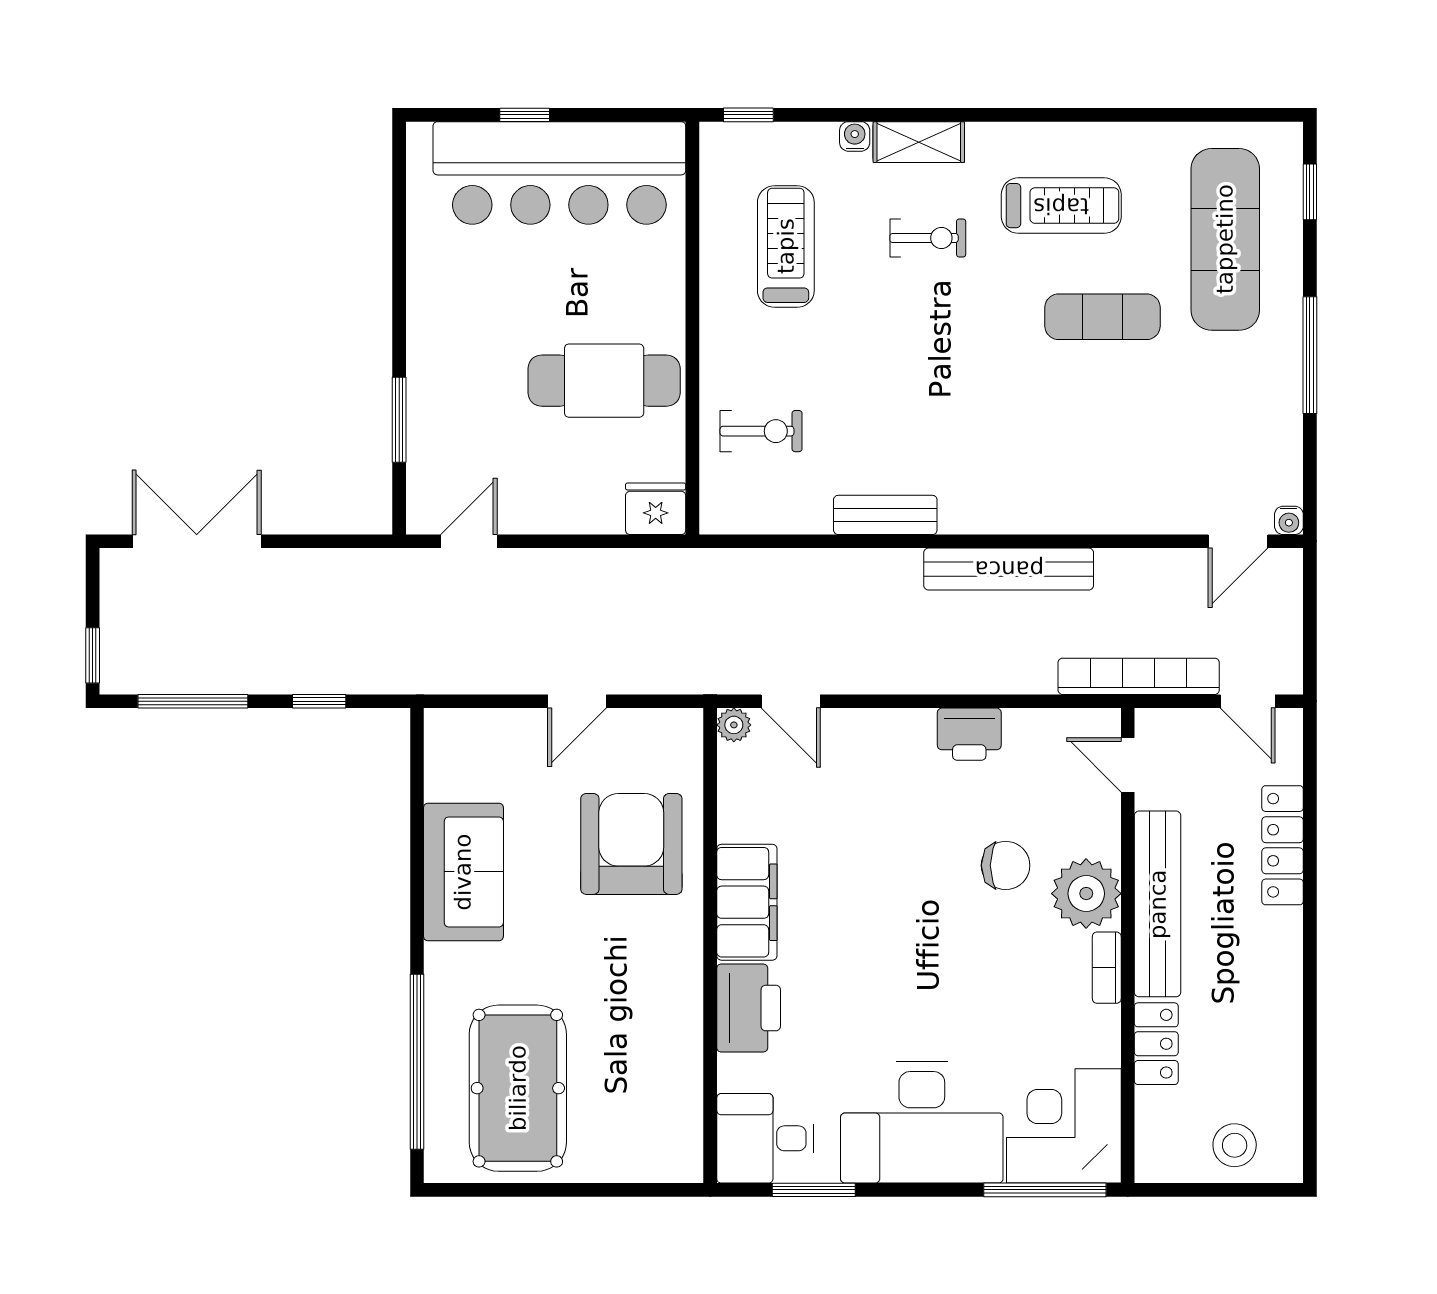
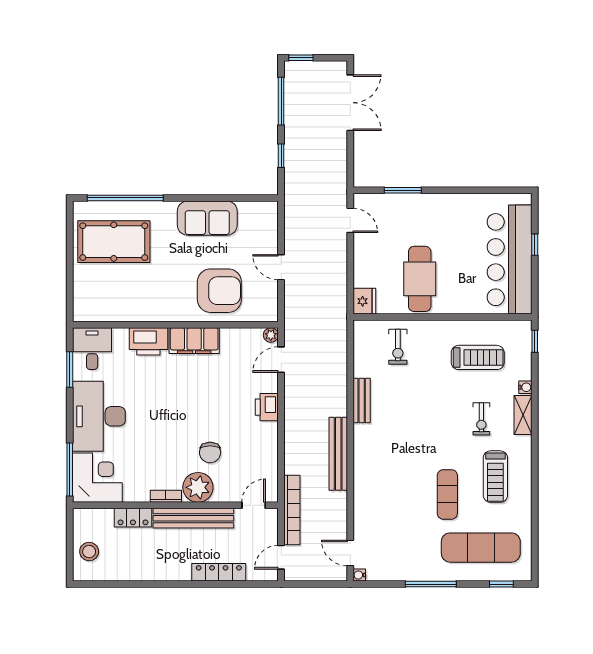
printer: (969, 734) -> (267, 407), moved

